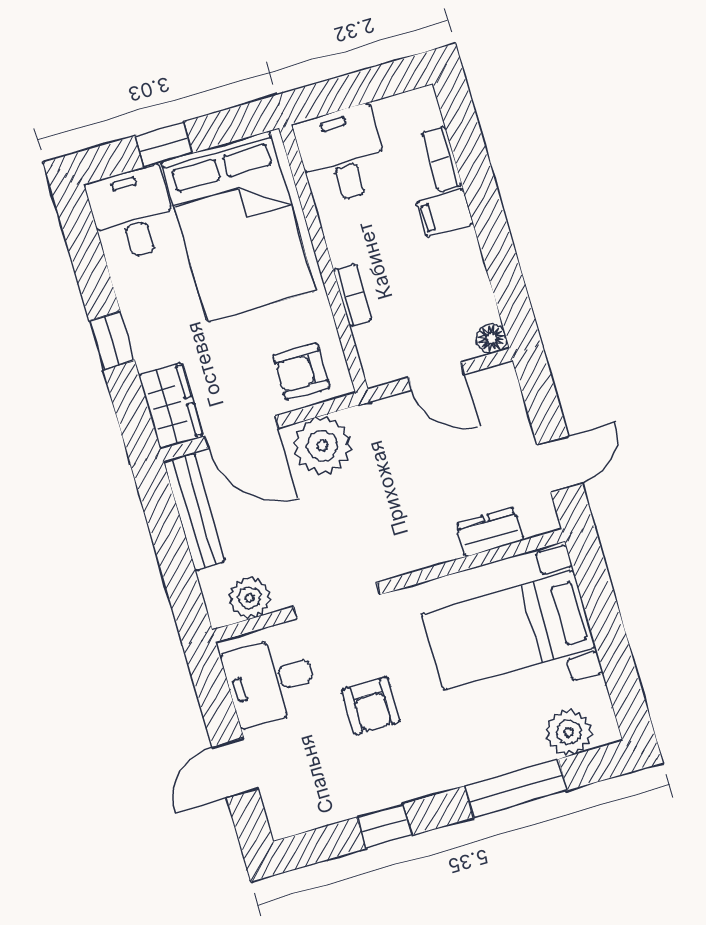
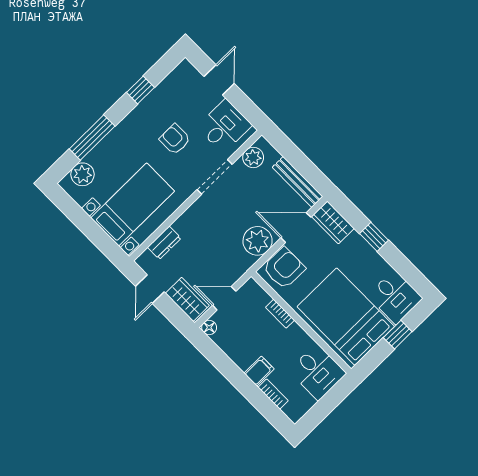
armchair: (302, 372) -> (284, 268), width x1.38, depth x1.38
wardrobe: (503, 410) -> (187, 299), added

